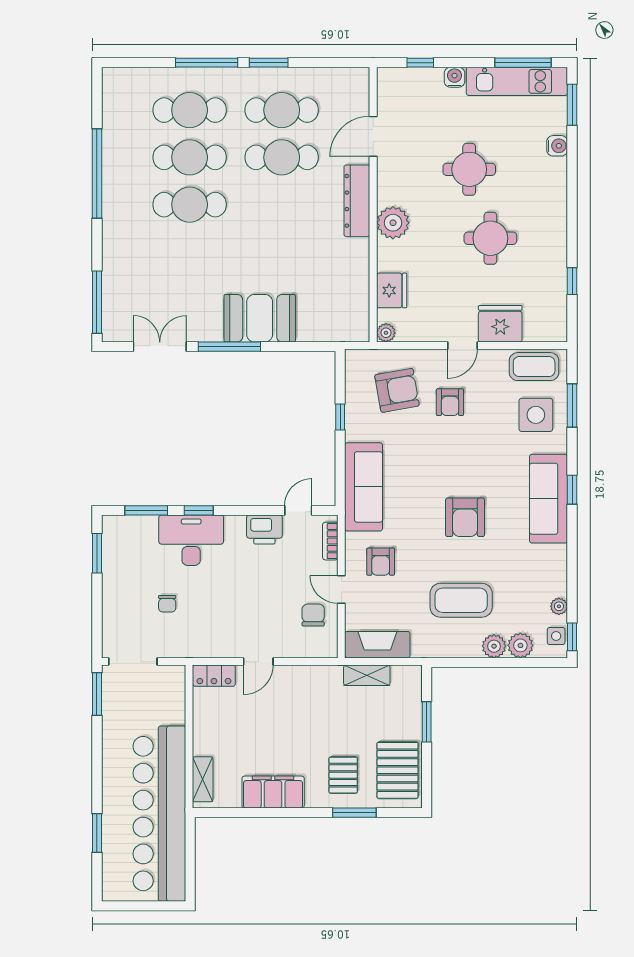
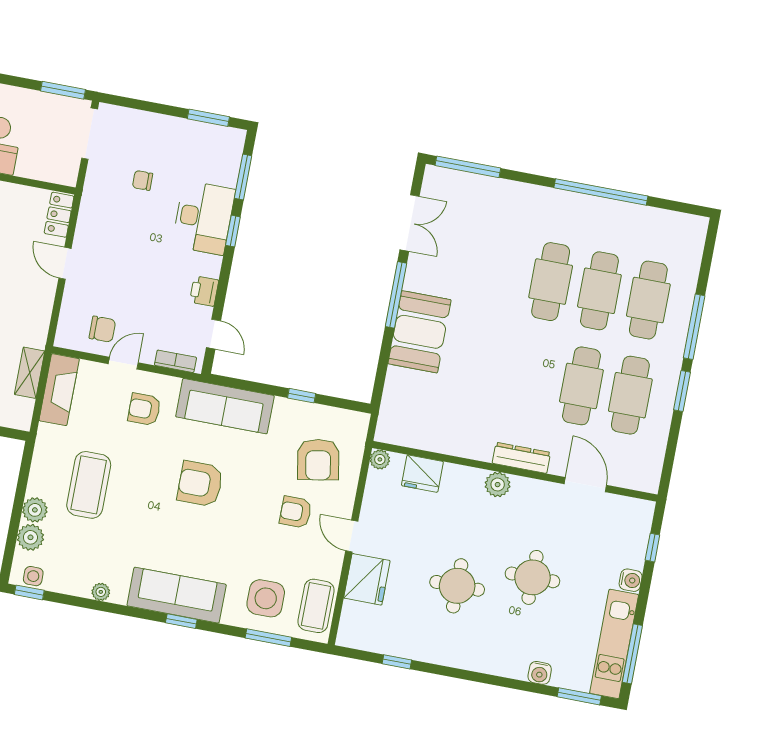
dresser: (357, 201) -> (521, 458), width x0.73, depth x0.80
plant: (393, 223) -> (498, 485), width x0.73, depth x0.73
armchair: (465, 517) -> (200, 484), moved
printer: (264, 530) -> (204, 291), width x0.73, depth x0.81
plant: (559, 606) -> (101, 592), moved

